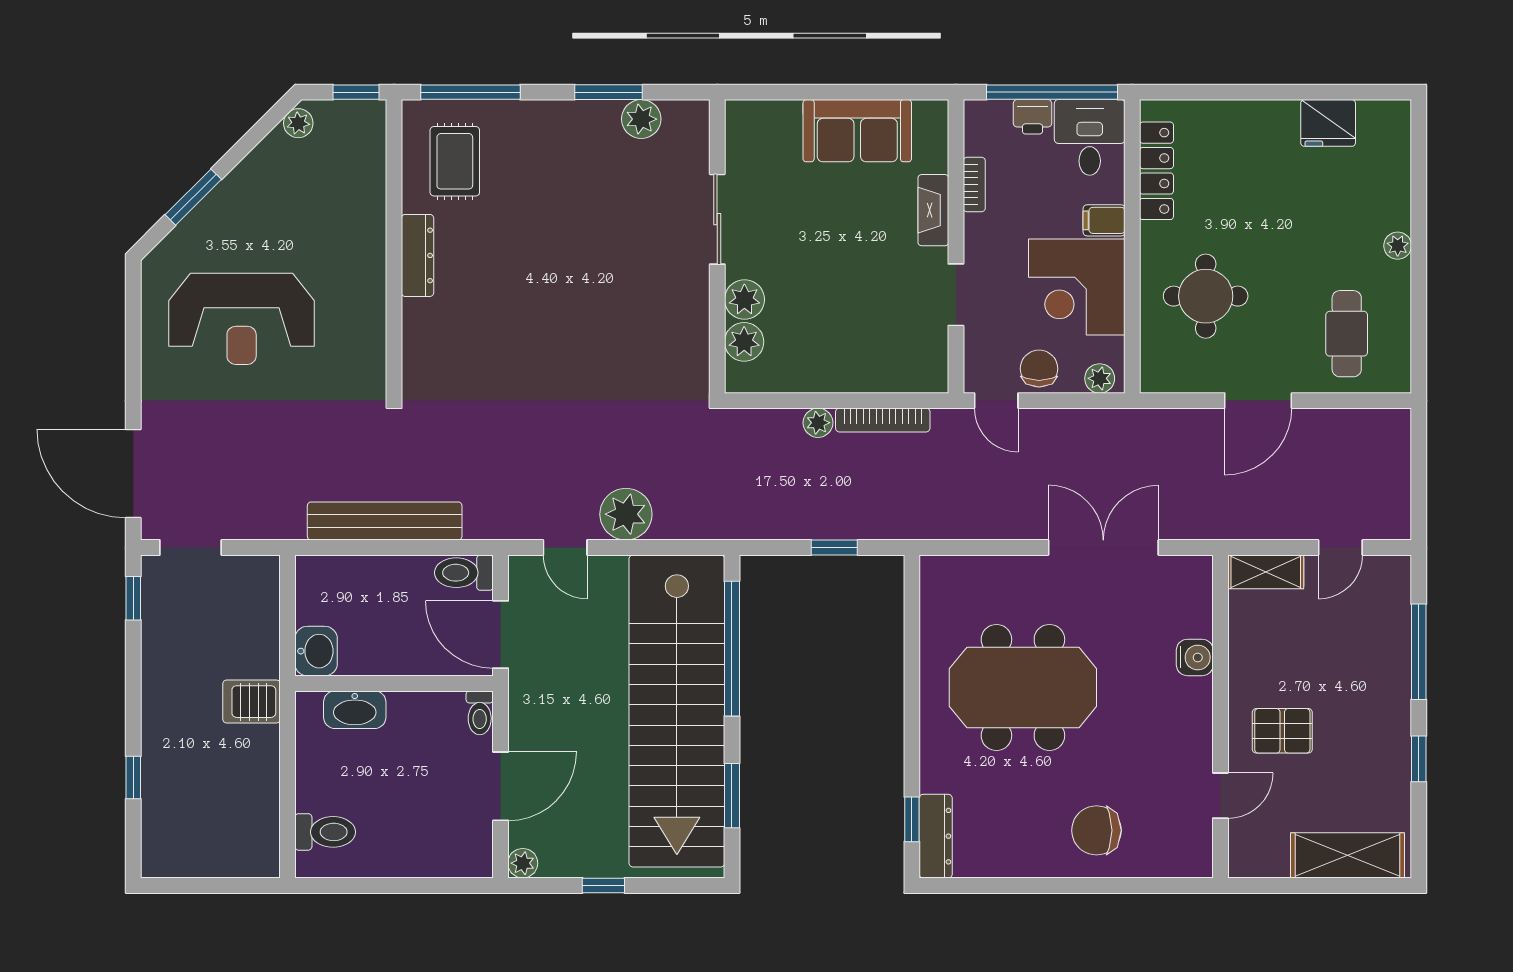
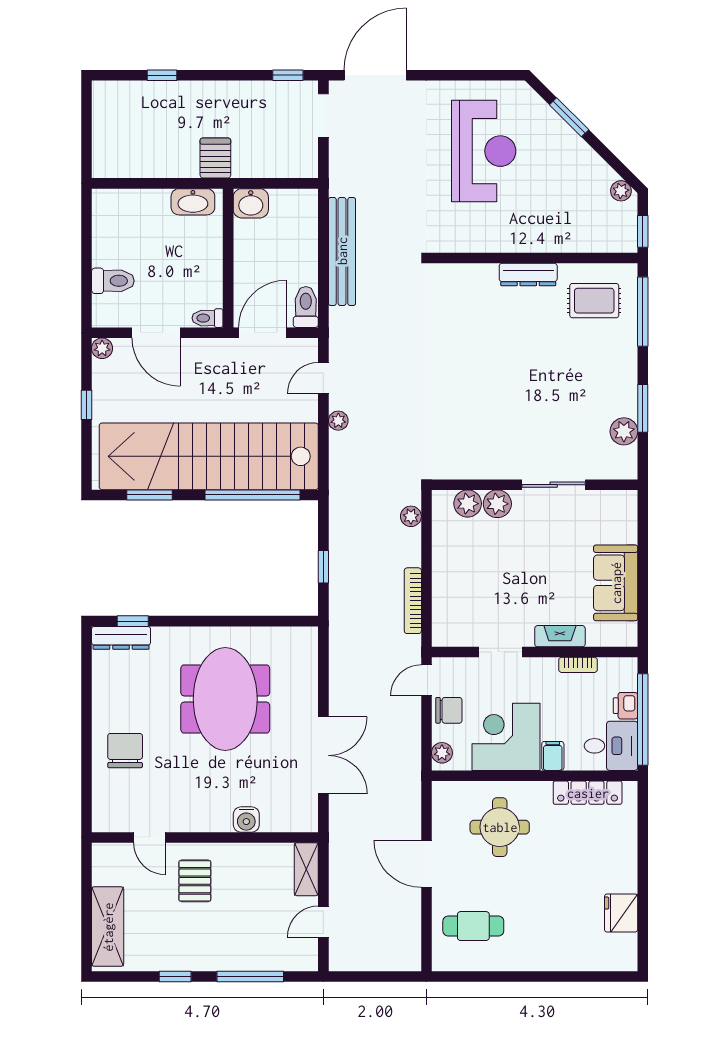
plant: (1398, 246) -> (535, 962), removed
reception desk: (242, 319) -> (484, 151), turned 180
plant: (818, 423) -> (411, 516), moved
plant: (626, 514) -> (338, 421), width x0.53, depth x0.53
door: (1340, 548) -> (323, 922), hinge flipped
washbasin: (355, 710) -> (193, 202), moved, turned -90
toilet: (325, 832) -> (113, 281), moved, turned -90

